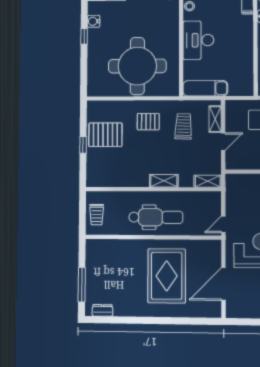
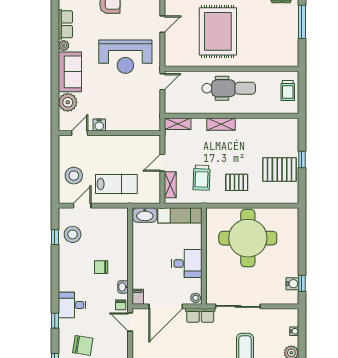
window: (84, 36) -> (302, 283), moved
desk: (198, 40) -> (187, 264), width x0.73
washbasin: (241, 89) -> (145, 215), added
trolley: (97, 215) -> (288, 91), turned 180
dental chair: (156, 217) -> (229, 88), turned 180
door: (223, 284) -> (162, 24), width x0.53

